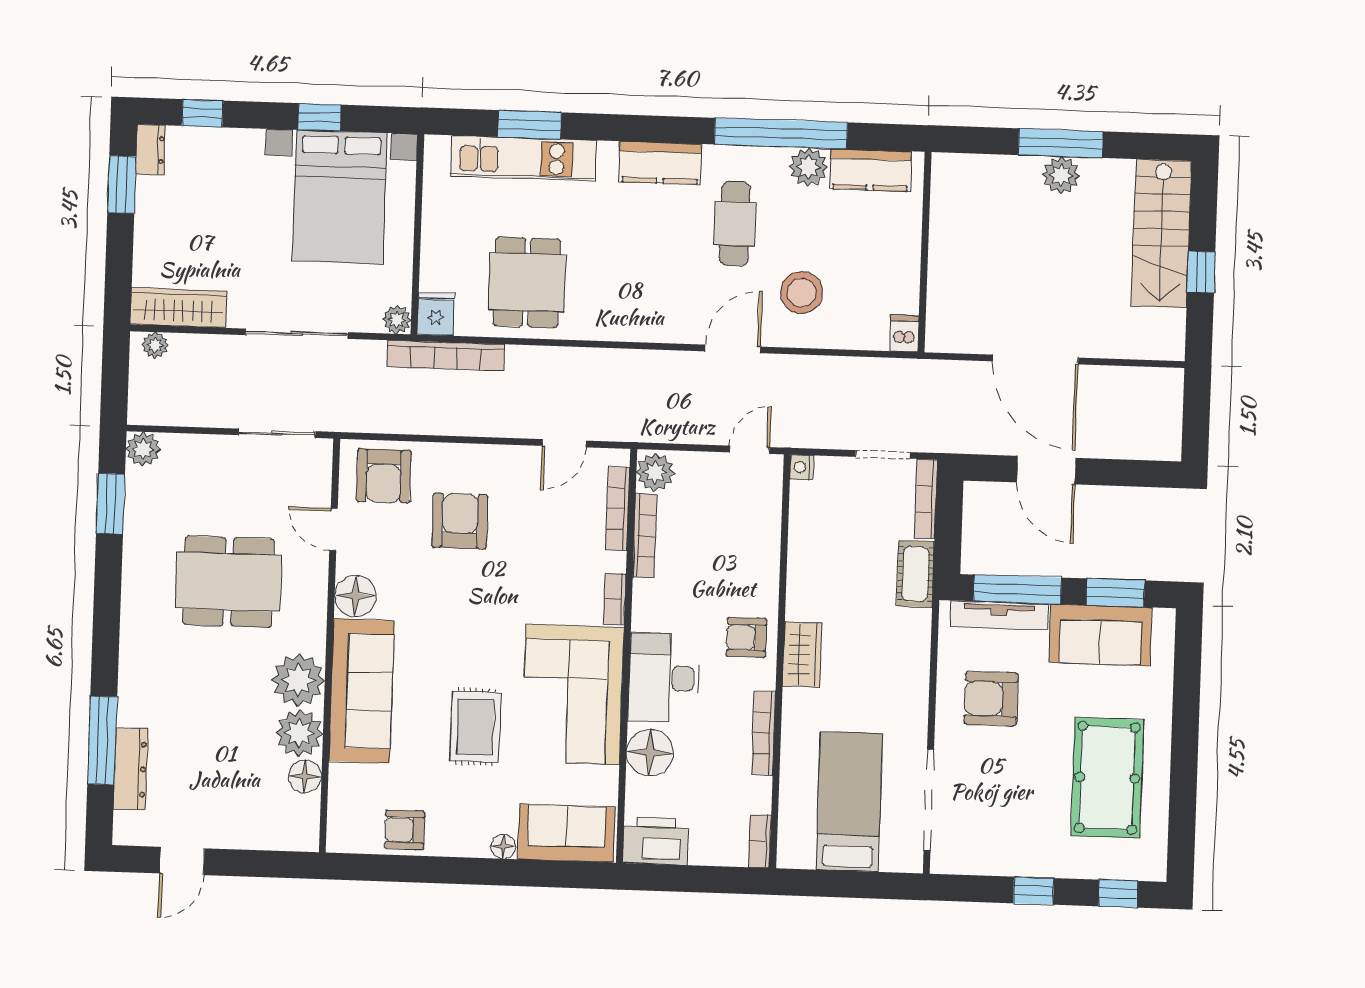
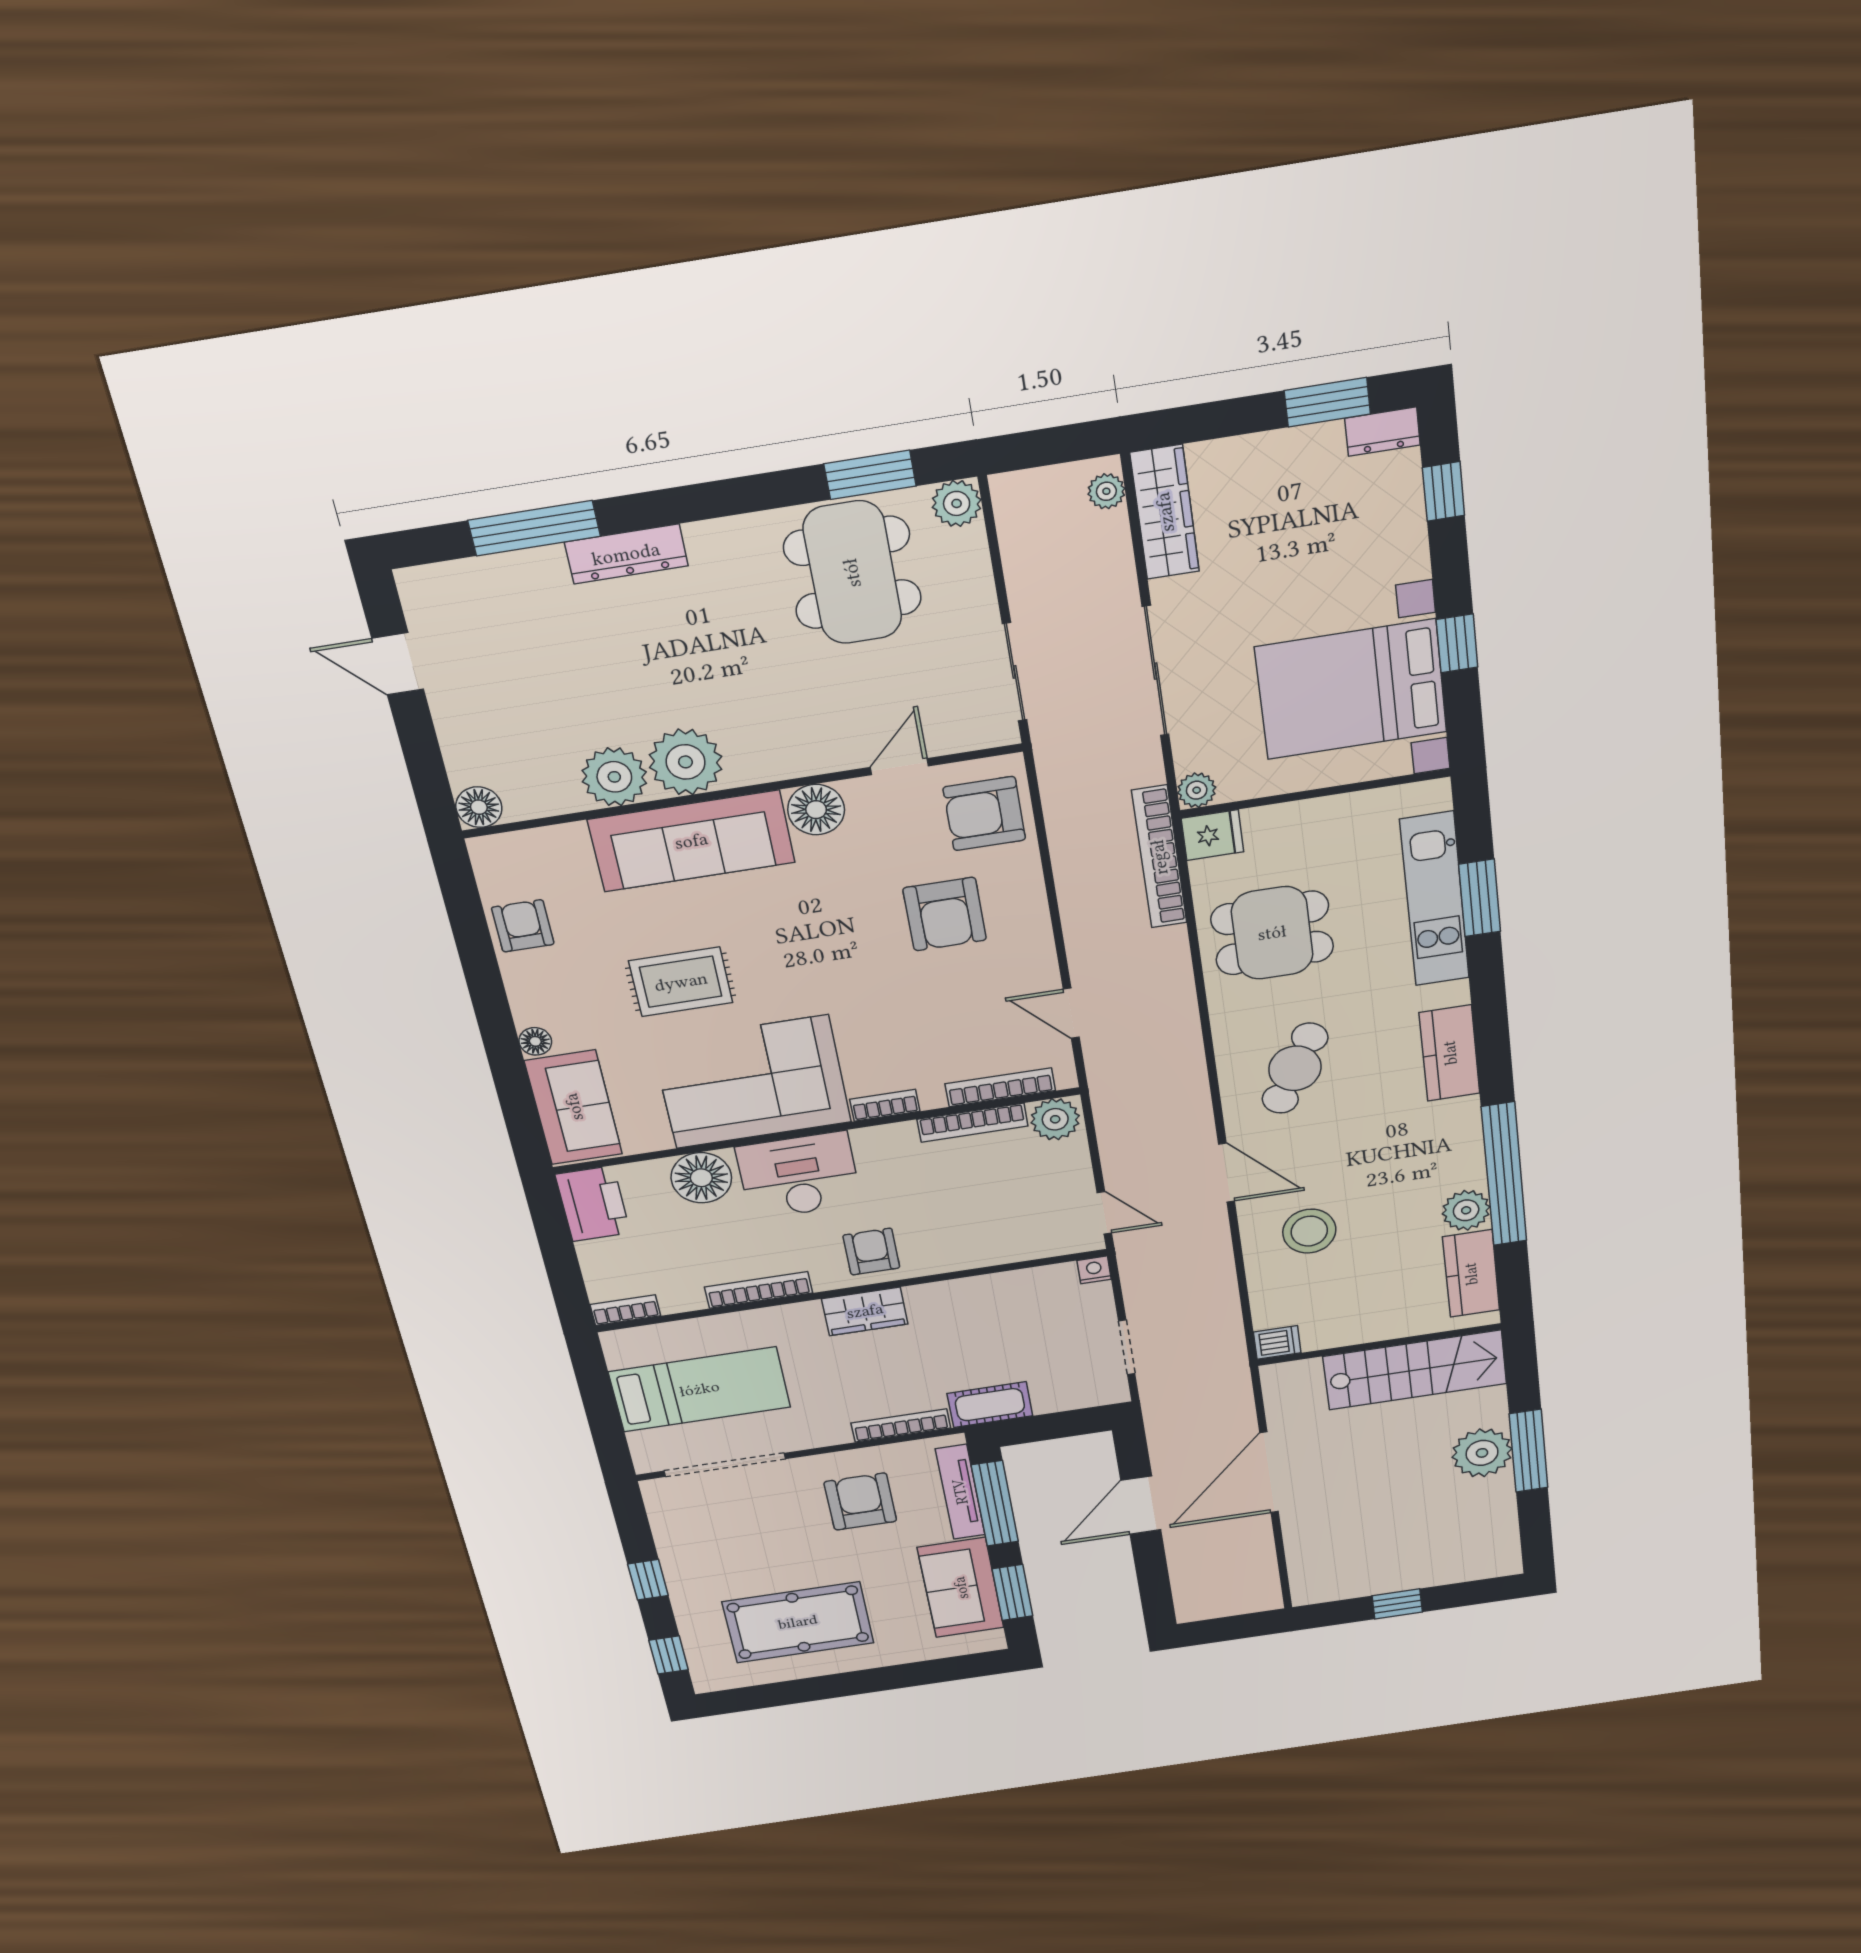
plant: (1061, 175) -> (1482, 1453), width x1.36, depth x1.36
cafe table: (735, 224) -> (1295, 1068), moved, turned -61
stairs: (1161, 234) -> (1415, 1370), moved, turned 180
bookcase: (926, 499) -> (901, 1425), moved
armchair: (460, 521) -> (945, 914), turned 90
dining table: (228, 582) -> (852, 573), moved
dresser: (131, 769) -> (626, 554), moved
floor lamp: (305, 776) -> (479, 807), moved

